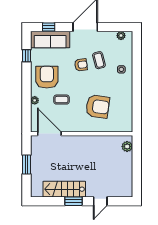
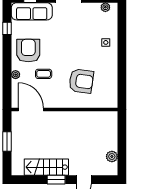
coffee table: (99, 60) -> (83, 33), removed
armchair: (81, 65) -> (64, 38), removed
plant: (127, 146) -> (112, 156), moved

